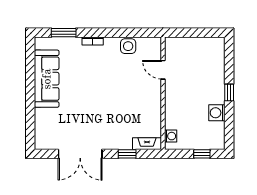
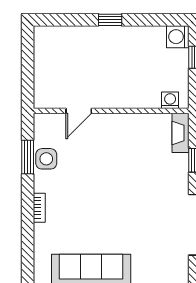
window: (64, 33) -> (28, 157), moved
washing machine: (217, 113) -> (178, 37), moved, turned 90

